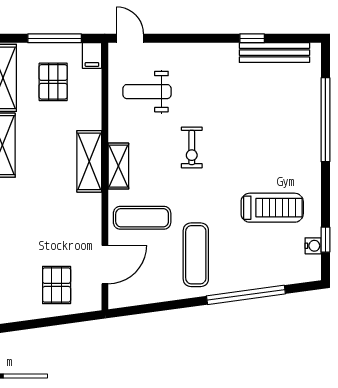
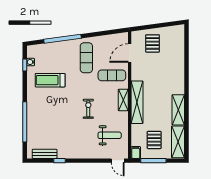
bench: (274, 53) -> (45, 154), width x0.73
shelving: (89, 161) -> (137, 102), width x1.47

